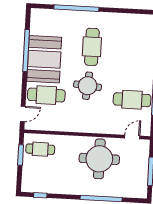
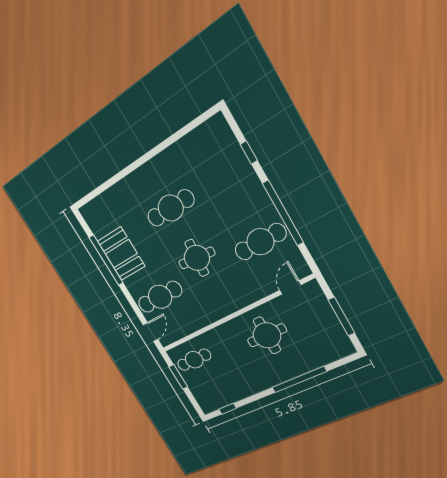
window: (76, 8) -> (123, 174), removed
cafe table: (92, 47) -> (171, 208), turned 90
booth: (44, 59) -> (121, 254), width x0.73, depth x0.70
round table: (99, 159) -> (267, 335), width x0.73, depth x0.73

